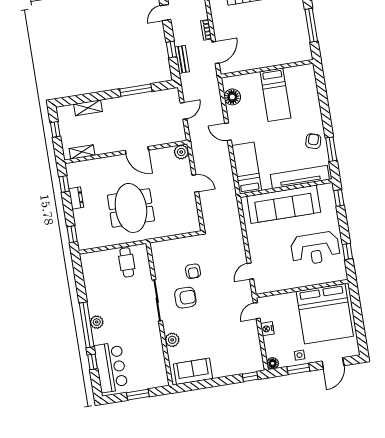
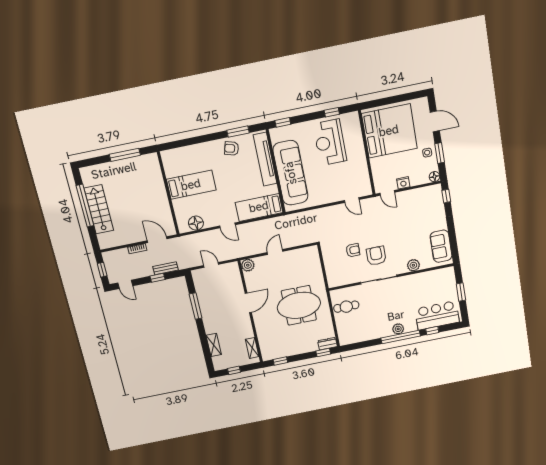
door: (228, 132) -> (227, 225), hinge flipped
dresser: (76, 198) -> (327, 344), moved
reception desk: (315, 248) -> (330, 142), turned 180

